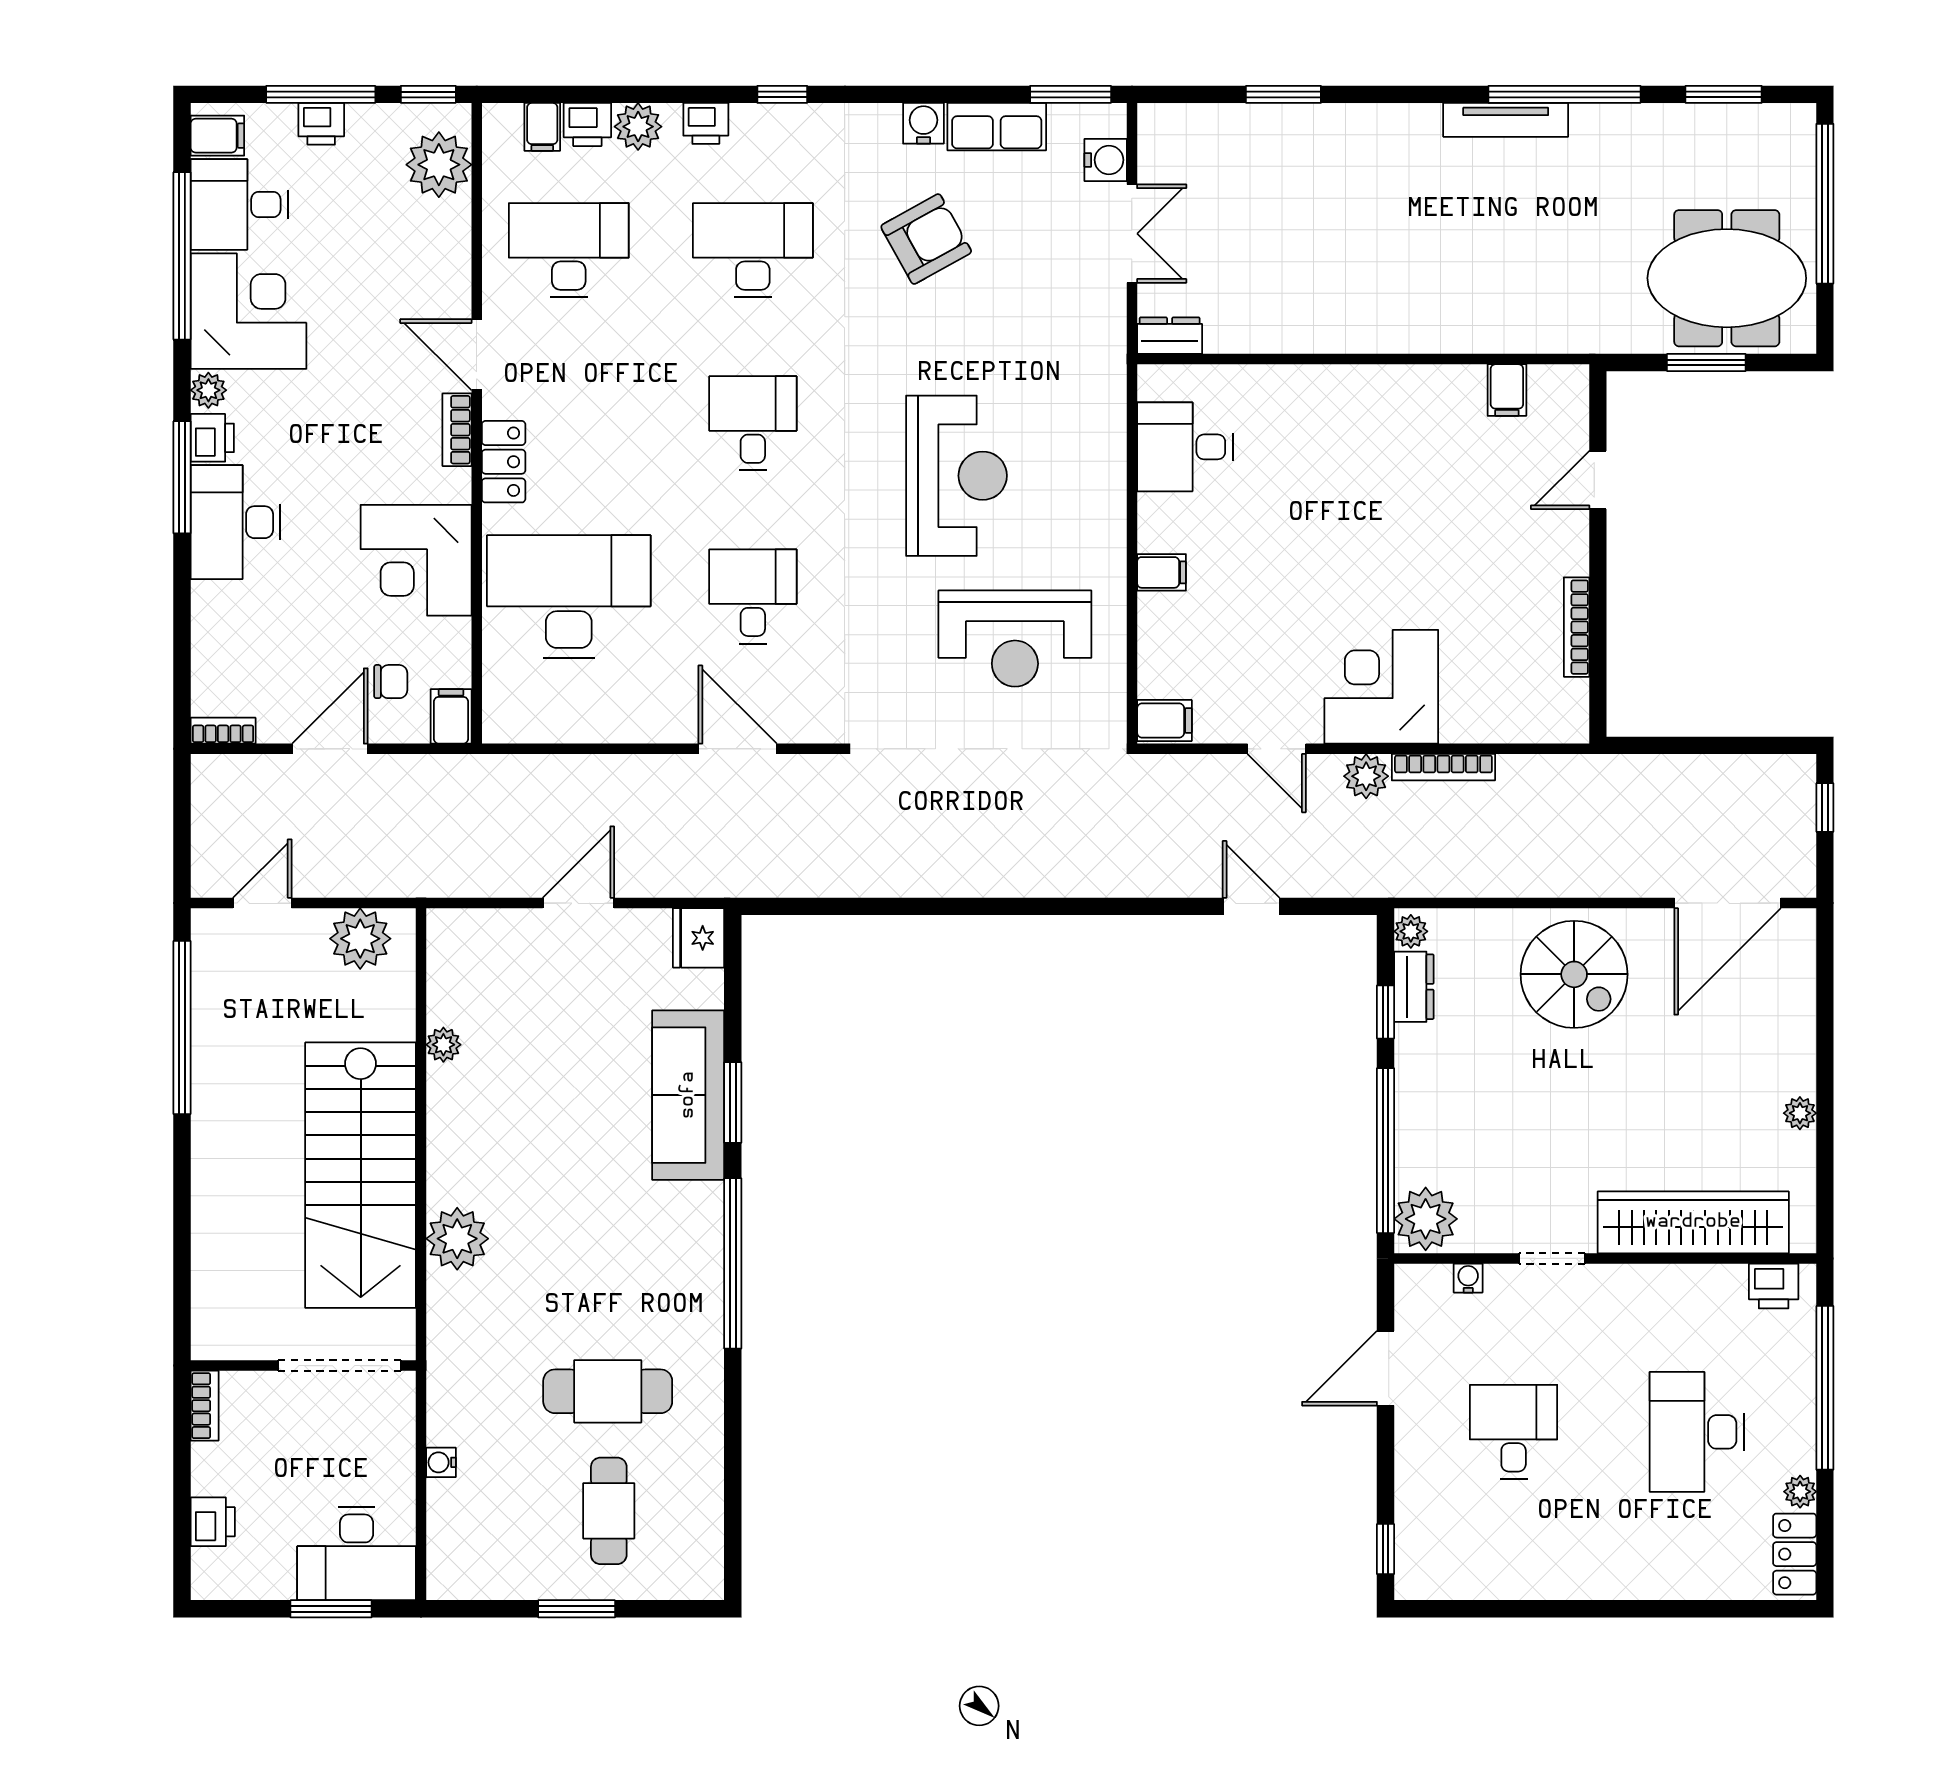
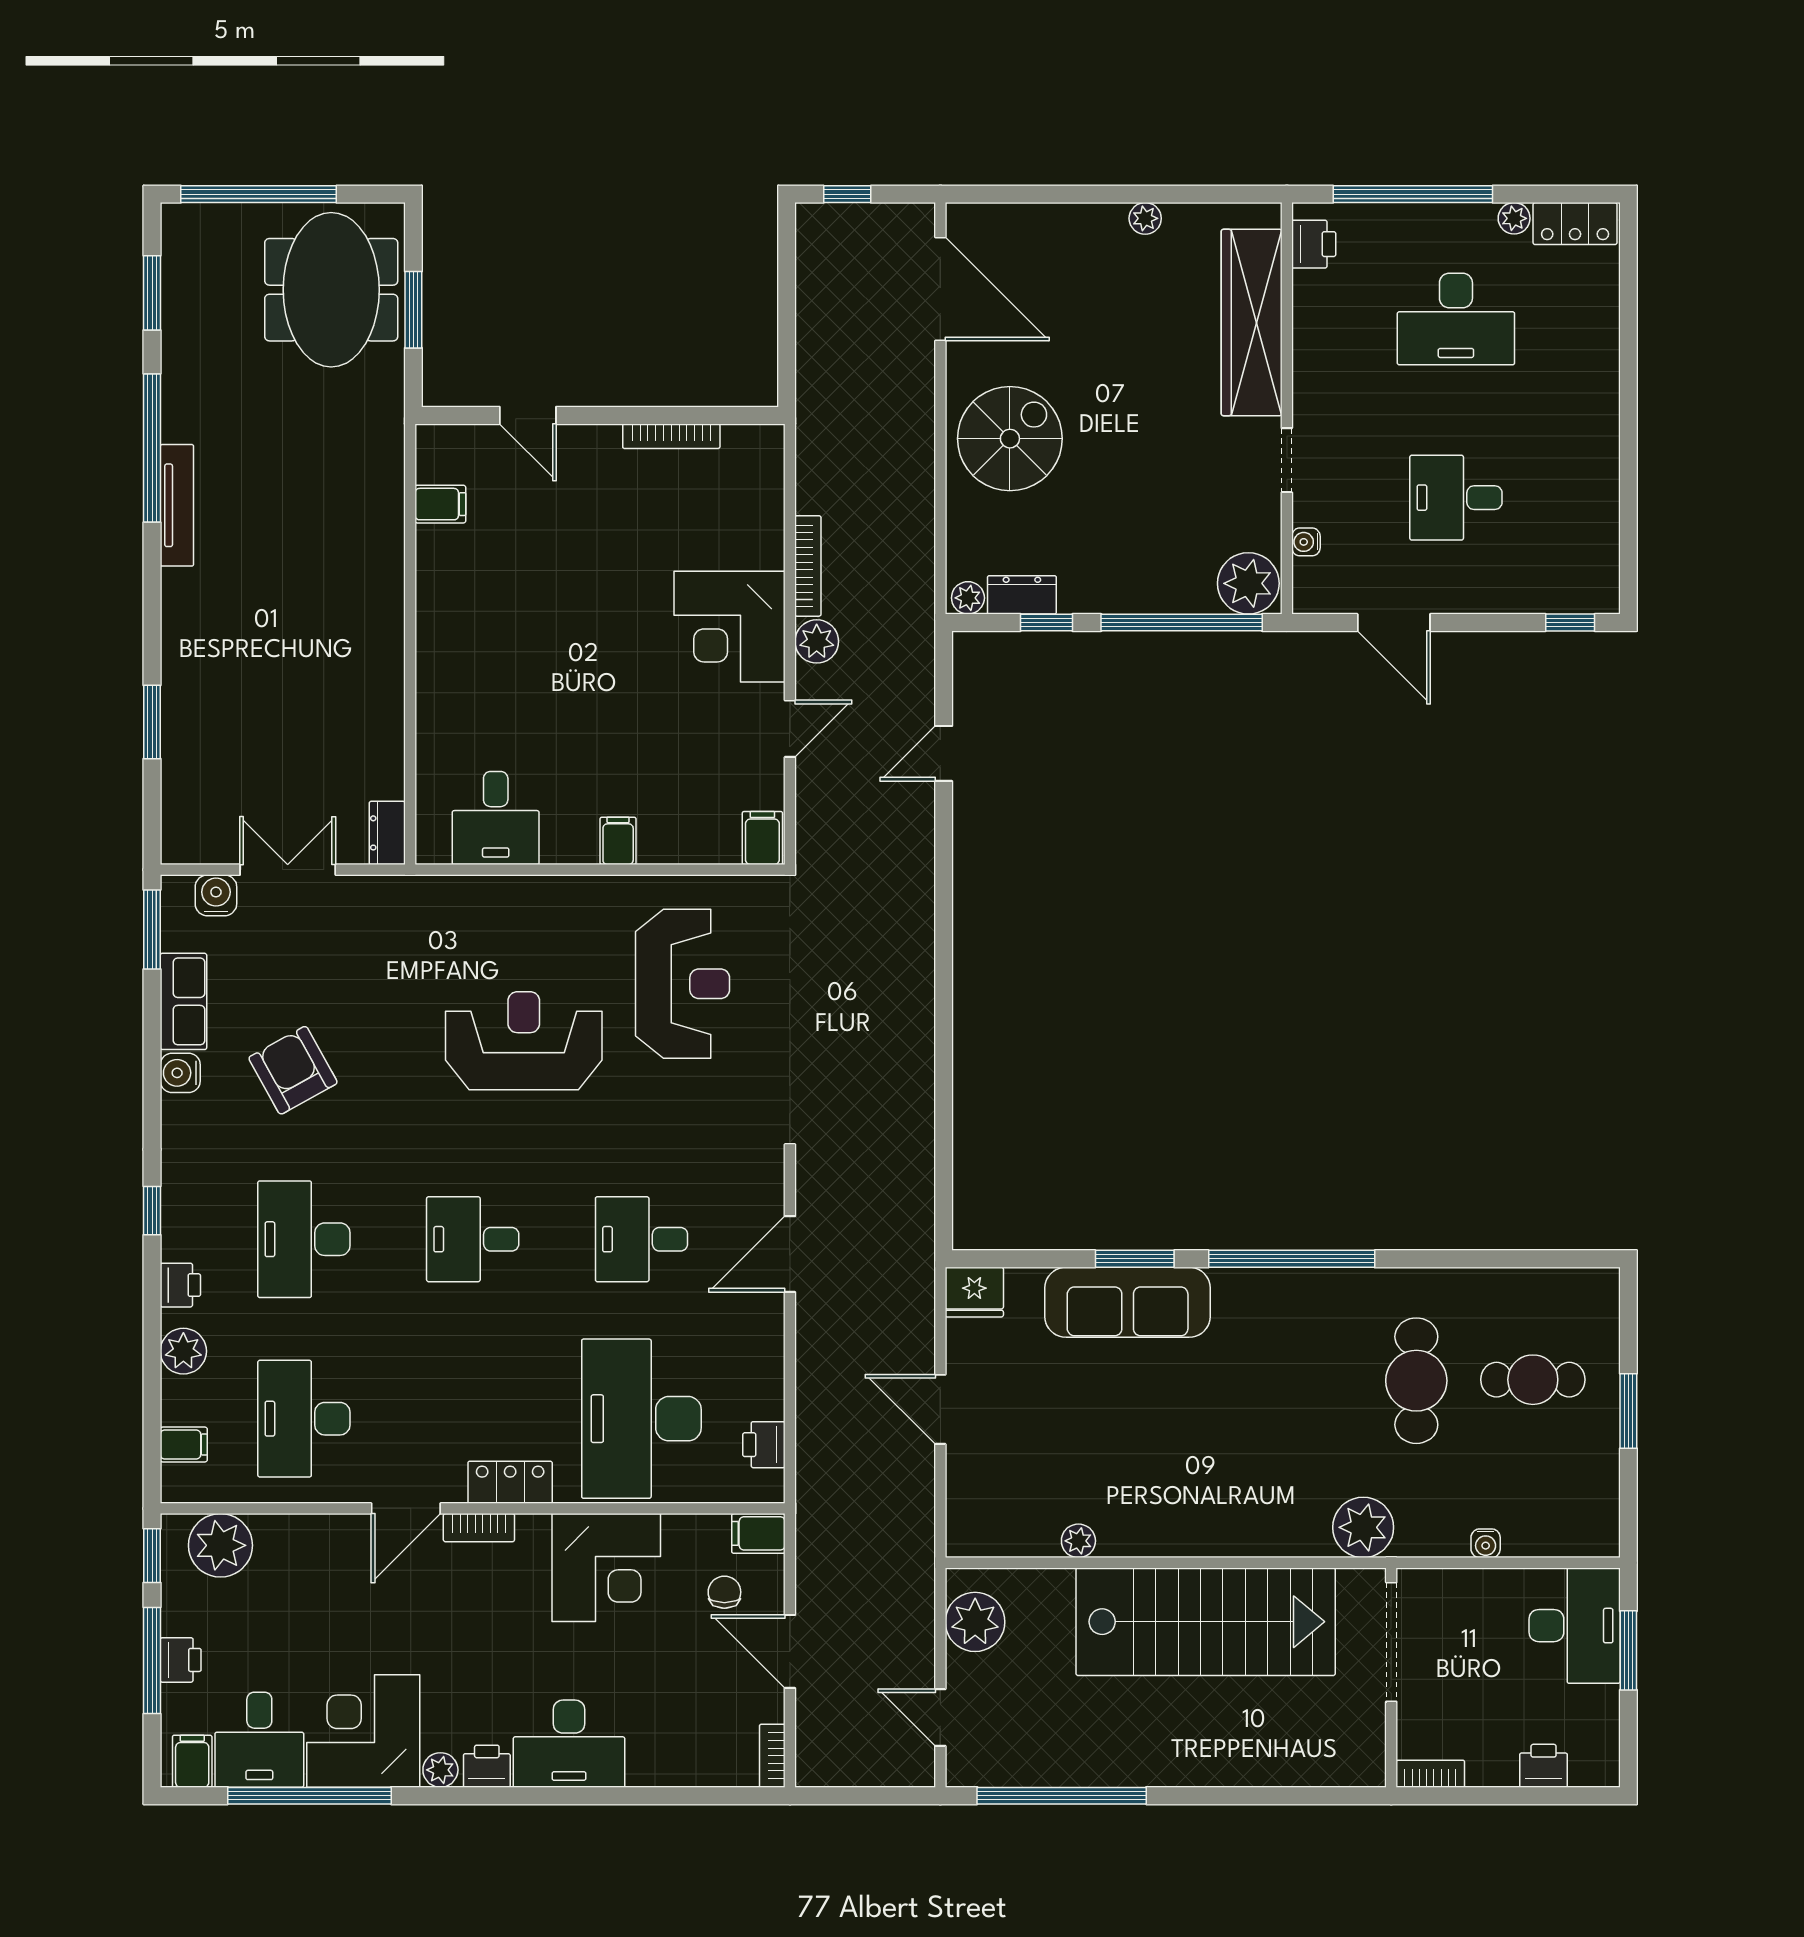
printer: (587, 125) -> (764, 1445), moved, turned 180
window: (182, 477) -> (525, 1796), removed
plant: (457, 1239) -> (1363, 1527), moved

